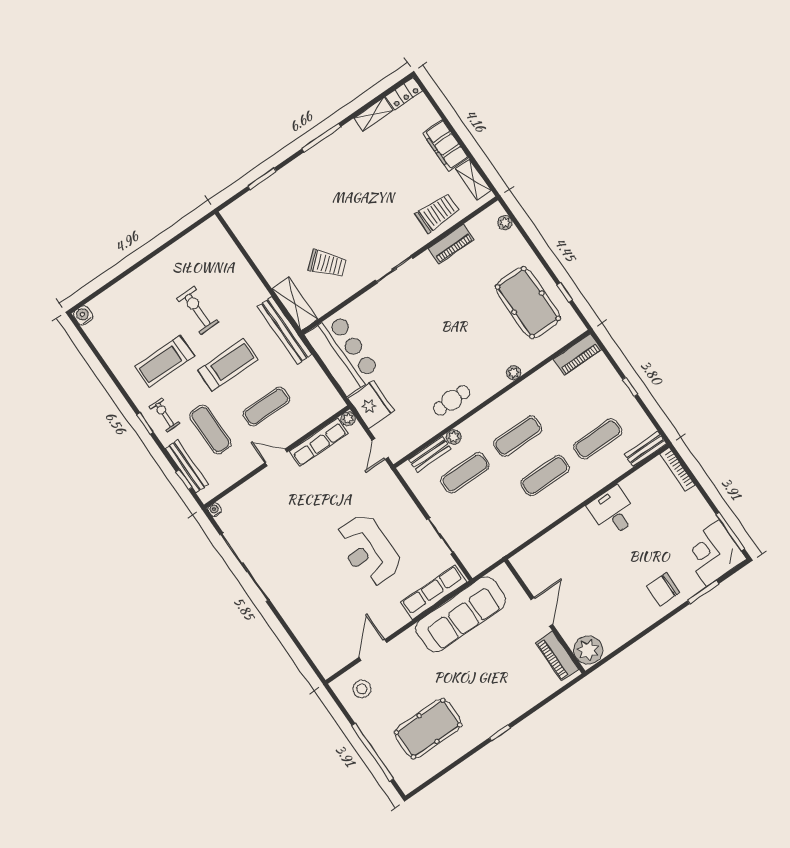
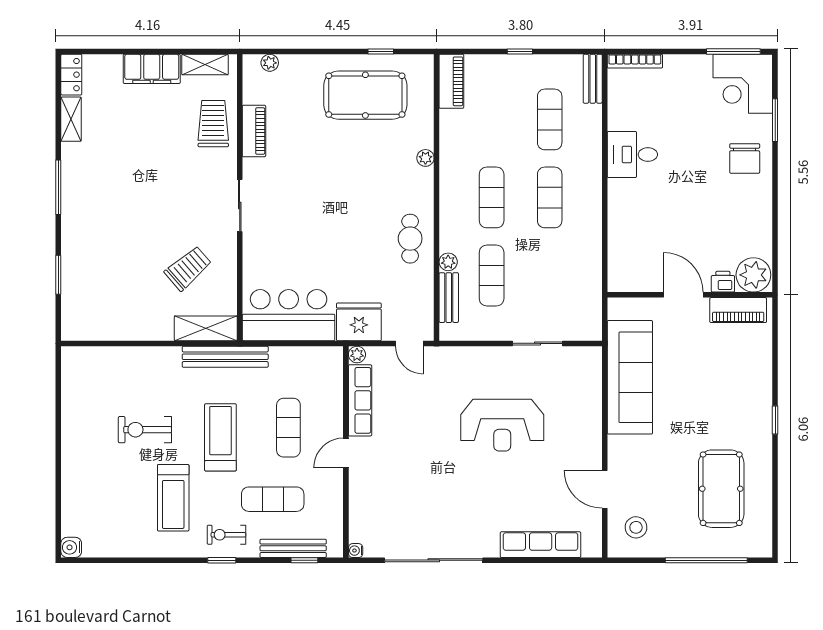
row of seats: (434, 592) -> (541, 545), moved, turned 90
printer: (569, 633) -> (723, 282), added

